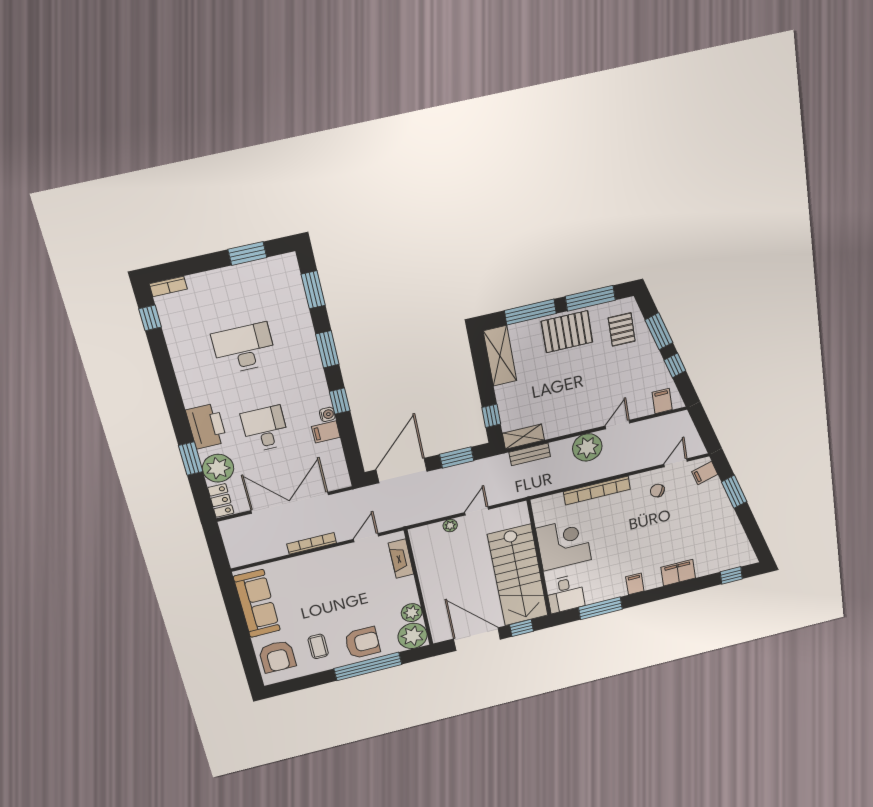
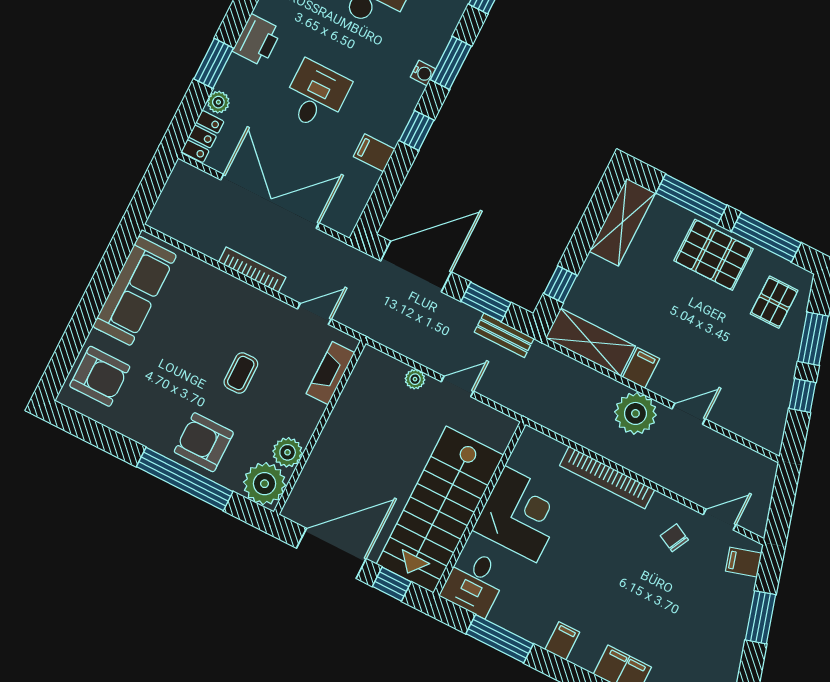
filing cabinet: (662, 401) -> (641, 368), moved
water cooler: (327, 414) -> (423, 73), moved
printer: (206, 426) -> (257, 40), width x0.73, depth x0.84
shelving: (523, 437) -> (590, 342), width x1.50, depth x1.33
bench: (530, 454) -> (504, 335), moved
plant: (218, 468) -> (218, 102), width x0.53, depth x0.53
door: (477, 639) -> (331, 553), hinge flipped
armchair: (362, 643) -> (204, 442), turned 180
coffee table: (318, 646) -> (241, 373), moved
armchair: (277, 657) -> (100, 376), turned -90

